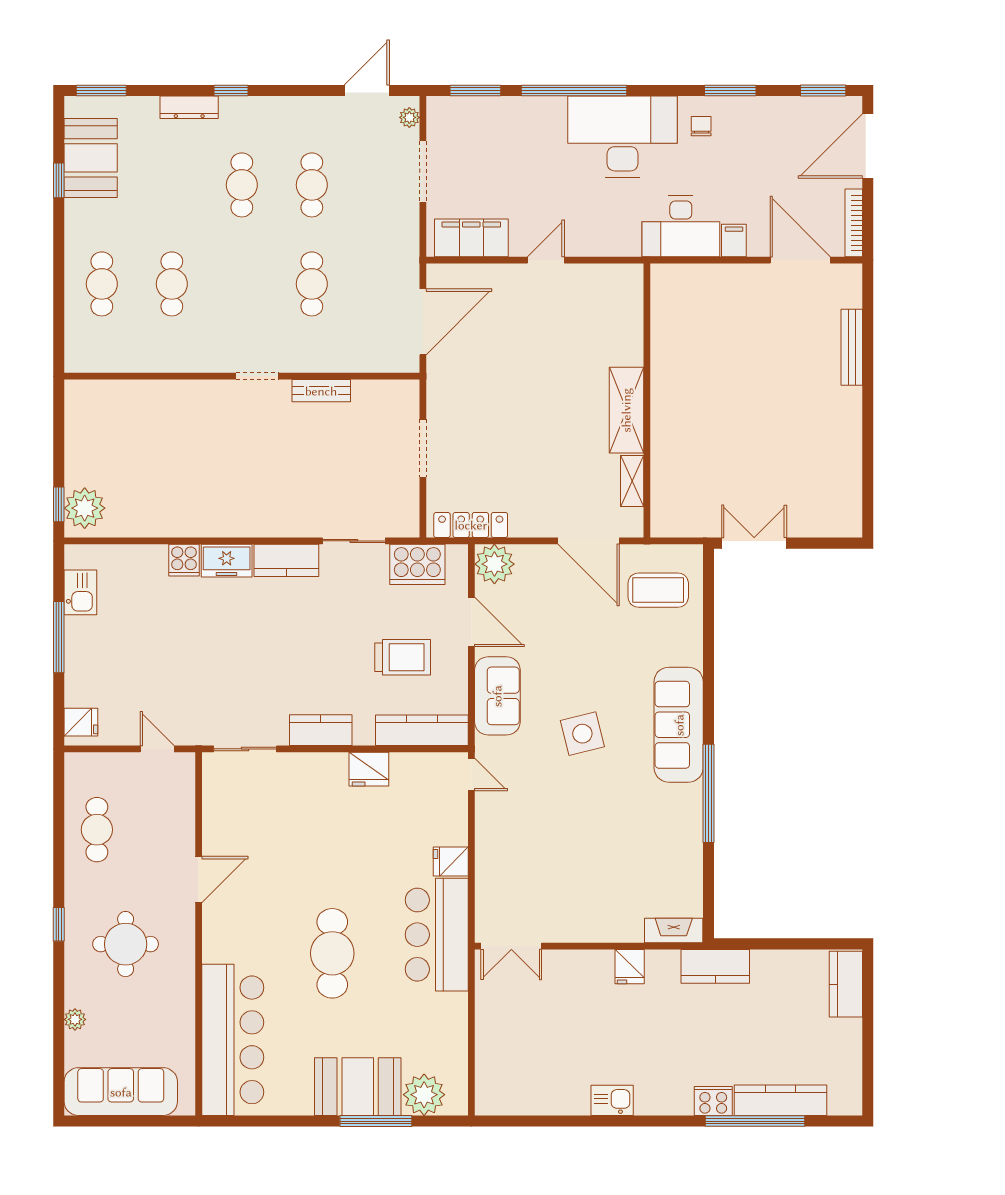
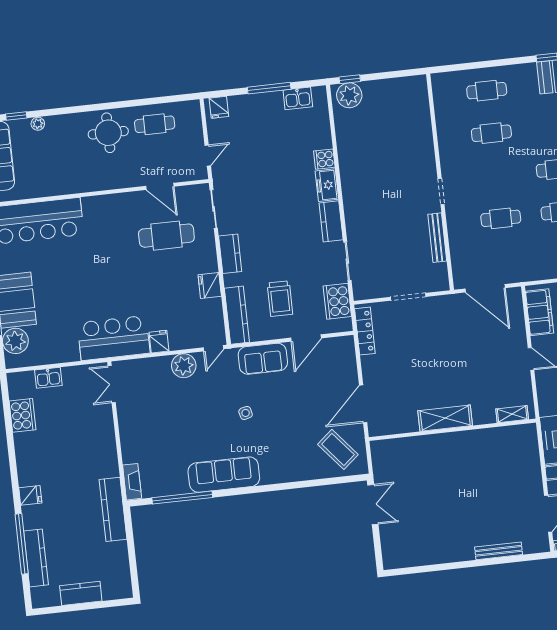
bench: (321, 391) -> (437, 238), width x1.36
shelving: (632, 481) -> (512, 414), moved
plant: (494, 564) -> (184, 366), moved
coffee table: (658, 590) -> (338, 449), turned -40
sofa: (679, 725) -> (224, 475), moved
side table: (582, 734) -> (246, 413), width x0.54, depth x0.54
window: (708, 793) -> (182, 498), moved
door: (199, 879) -> (160, 186), moved
window: (59, 924) -> (16, 116), moved
round table: (126, 944) -> (108, 133), moved
cafe table: (332, 953) -> (166, 236), moved
kitchen counter: (715, 966) -> (113, 509), width x1.50
fridge: (630, 967) -> (30, 495), moved, turned 180
kitchen counter: (846, 984) -> (81, 593), moved
kitchen sink: (612, 1100) -> (48, 378), moved, turned 90
cooker: (713, 1101) -> (23, 415), moved, width x1.37, depth x1.31

